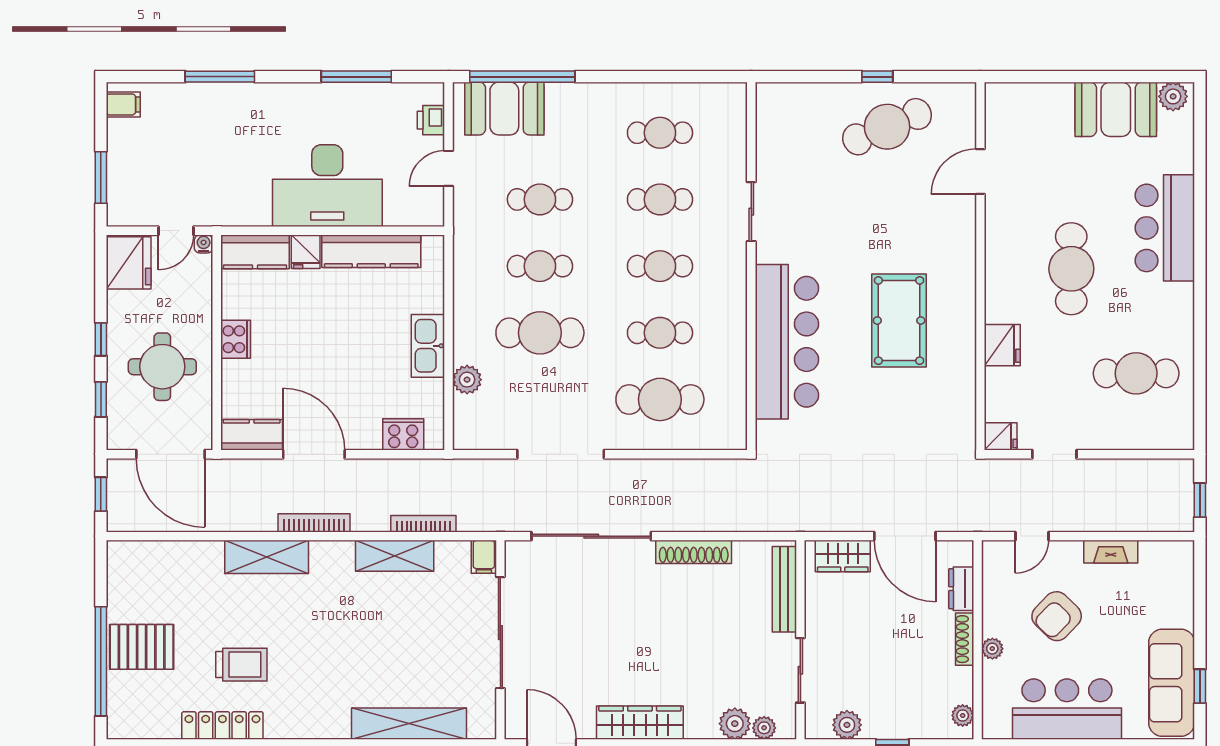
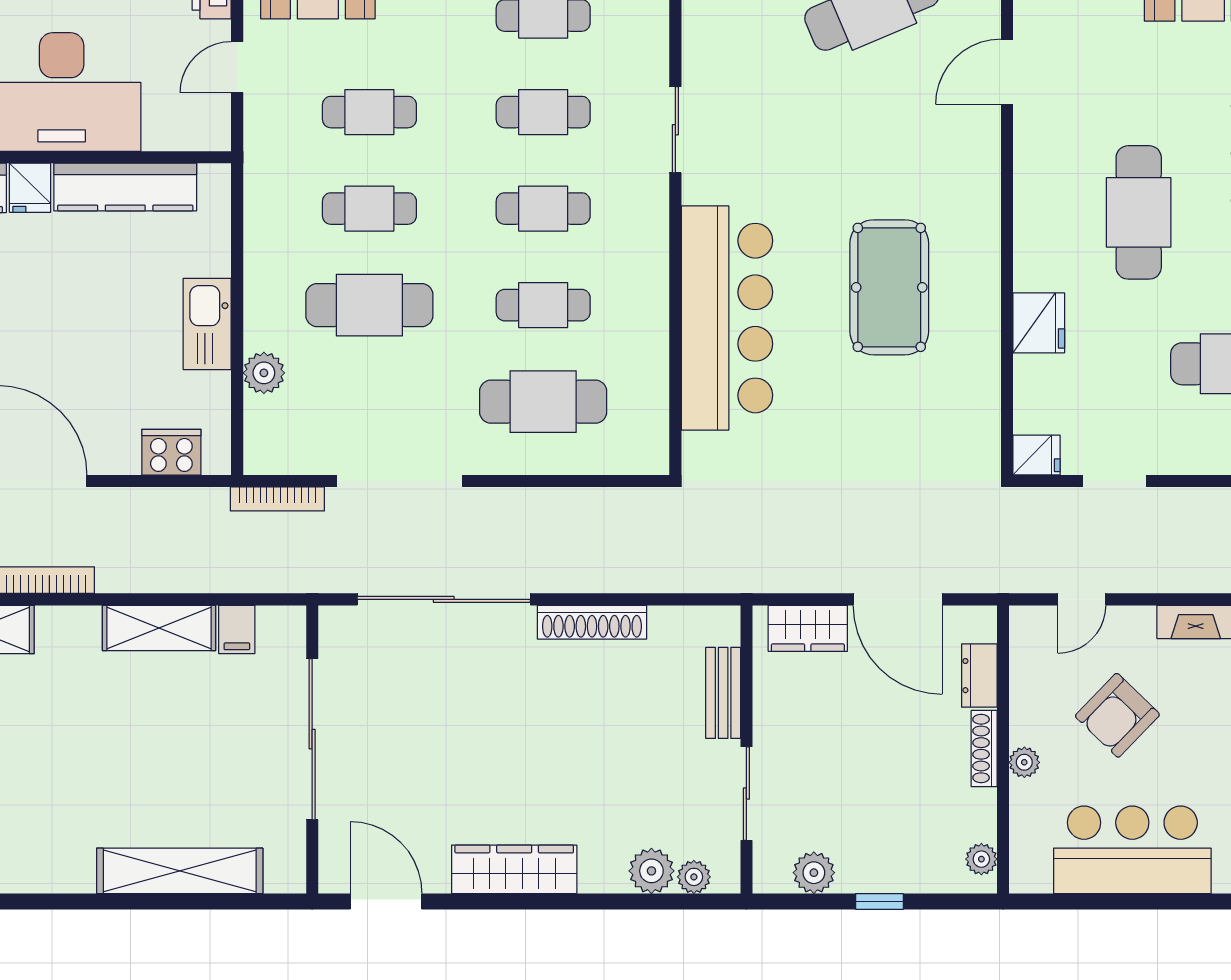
bookcase: (423, 524) -> (277, 499), moved, turned 180
filing cabinet: (484, 557) -> (237, 629), moved
bench: (784, 589) -> (723, 693), width x0.73

